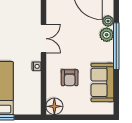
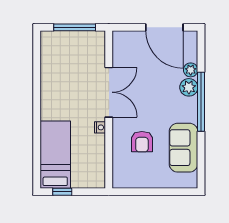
double door: (43, 39) -> (109, 92), width x1.37
floor lamp: (54, 106) -> (123, 178), removed

